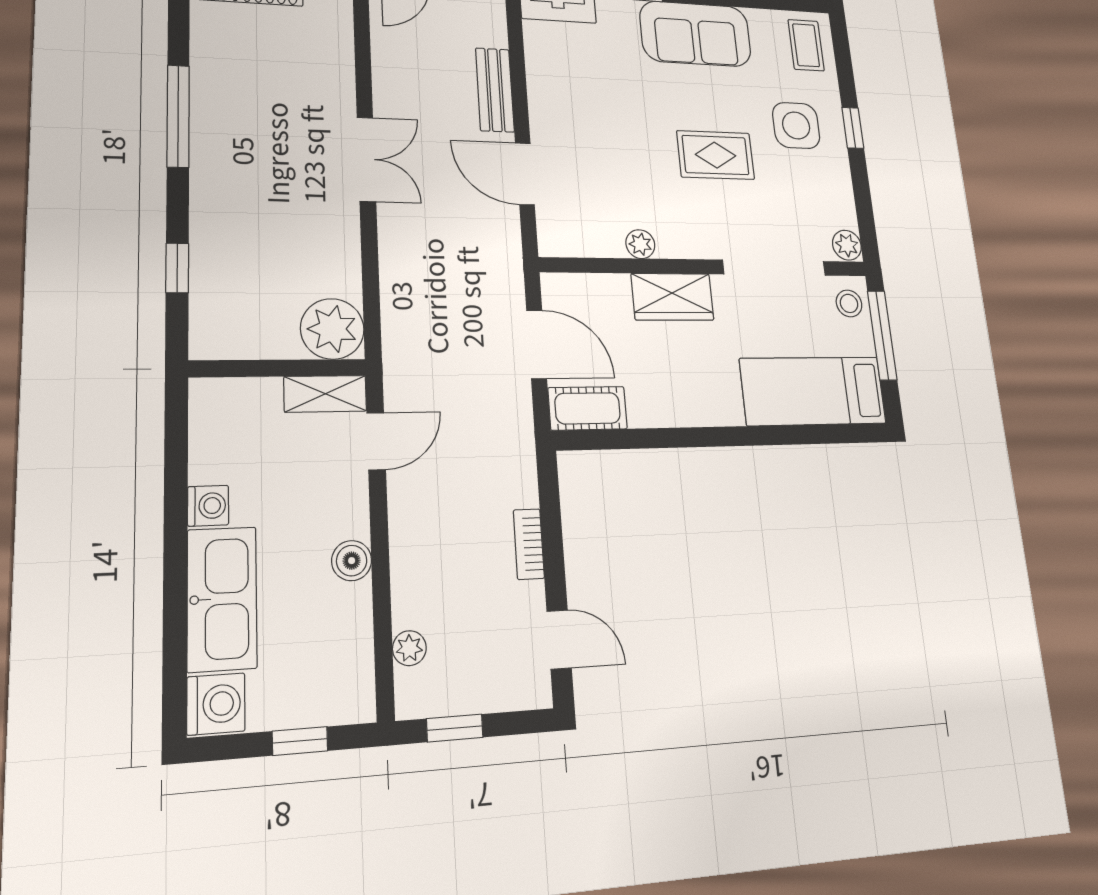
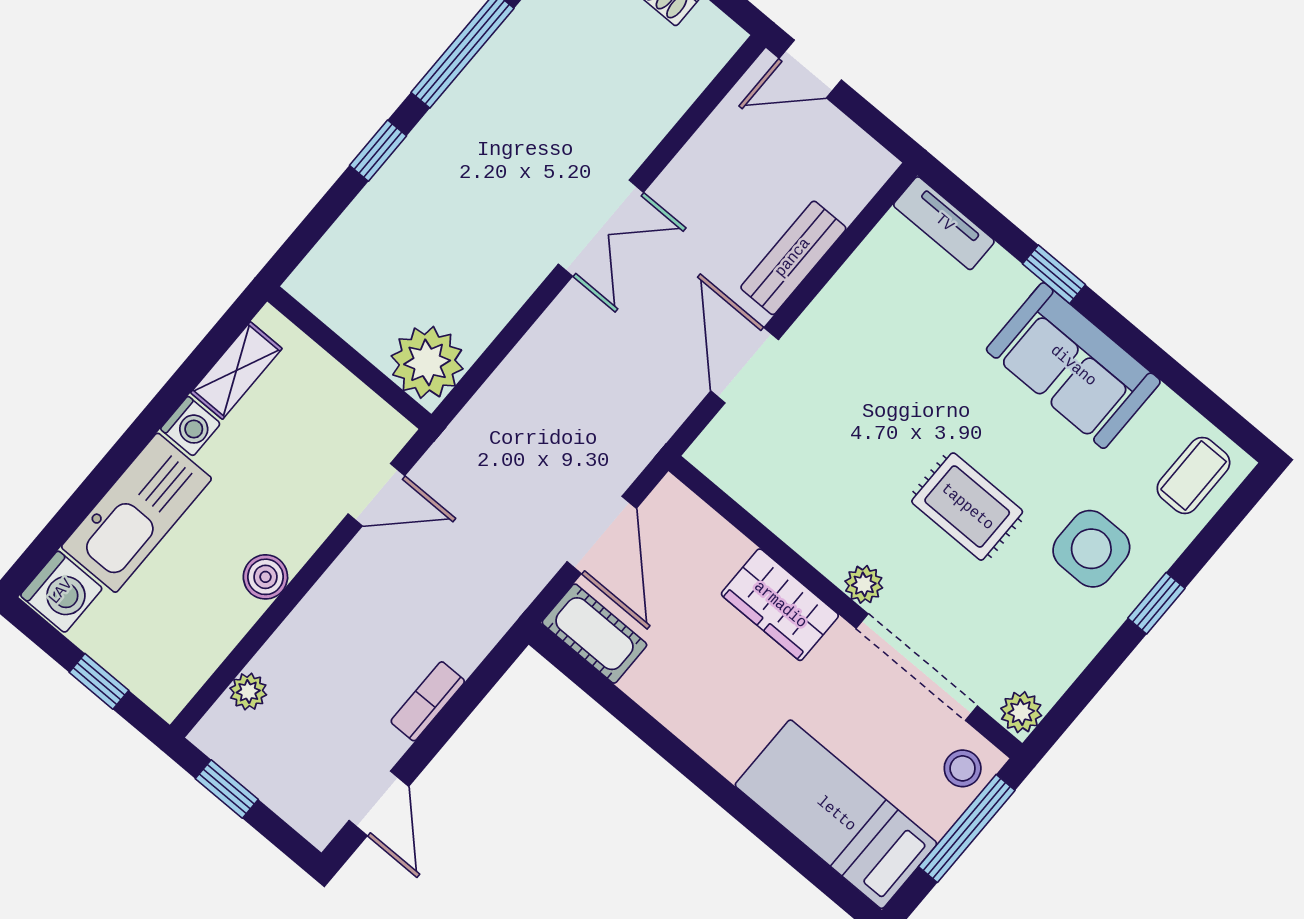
plant: (640, 244) -> (864, 584), moved
window: (177, 268) -> (378, 151), moved
shelving: (325, 394) -> (236, 371), moved, turned 90

